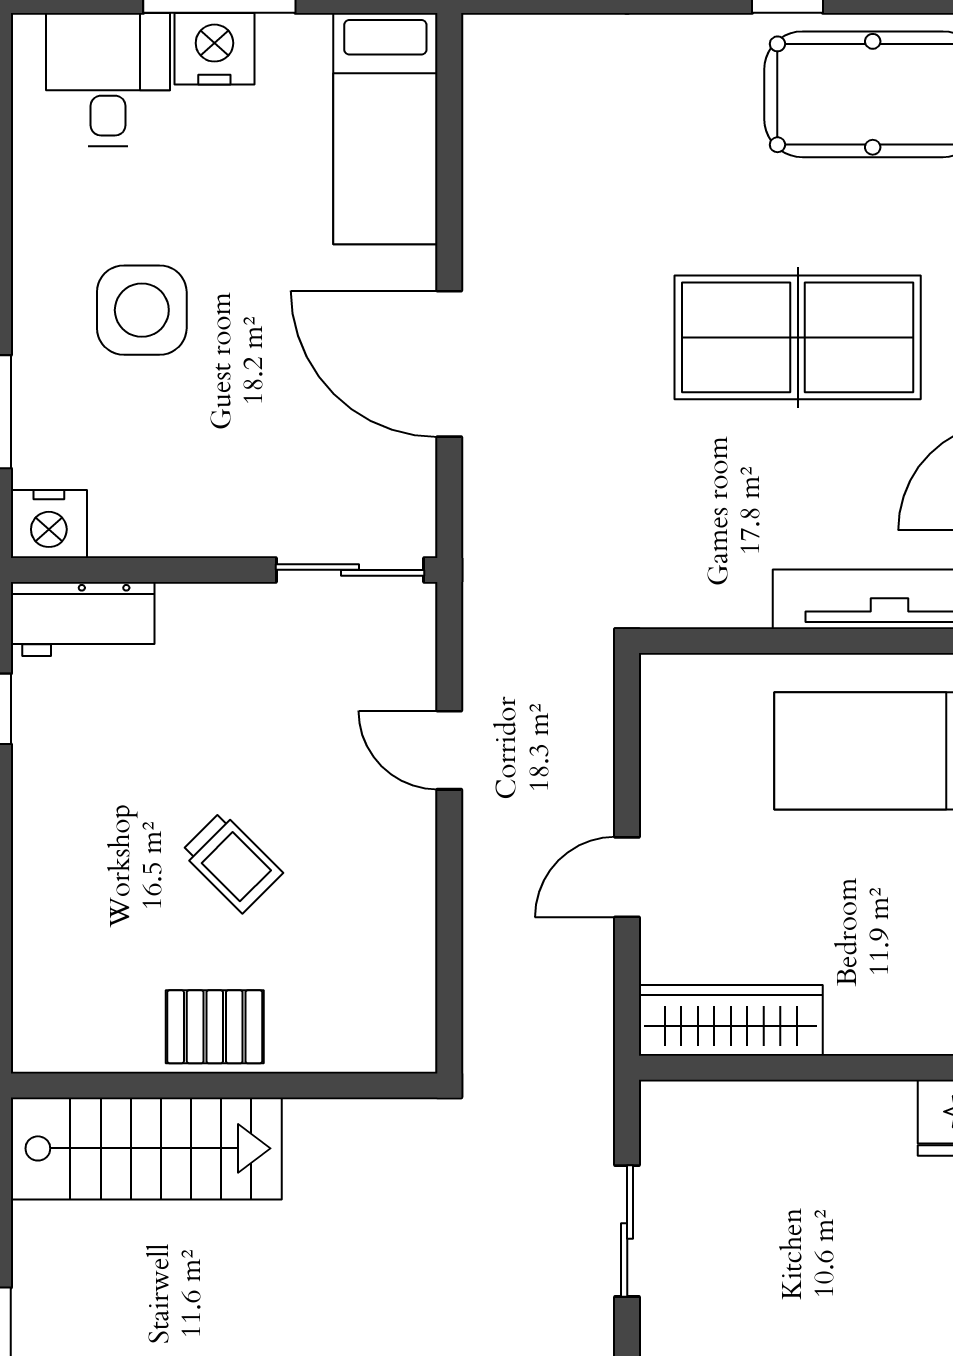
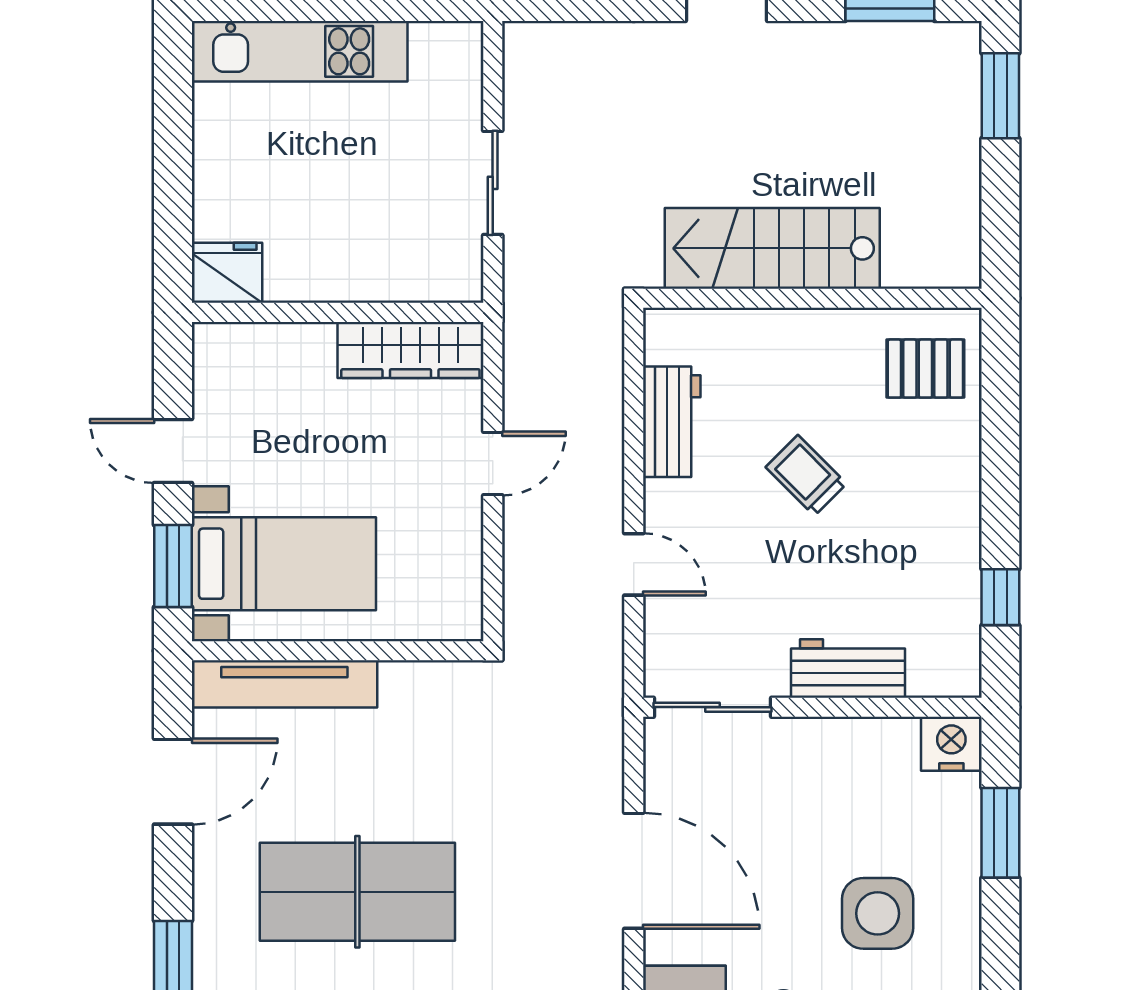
workbench: (83, 619) -> (848, 668), moved
workbench: (401, 930) -> (672, 422), added
pallet: (215, 1027) -> (925, 369), moved
stairs: (146, 1148) -> (772, 248), moved

